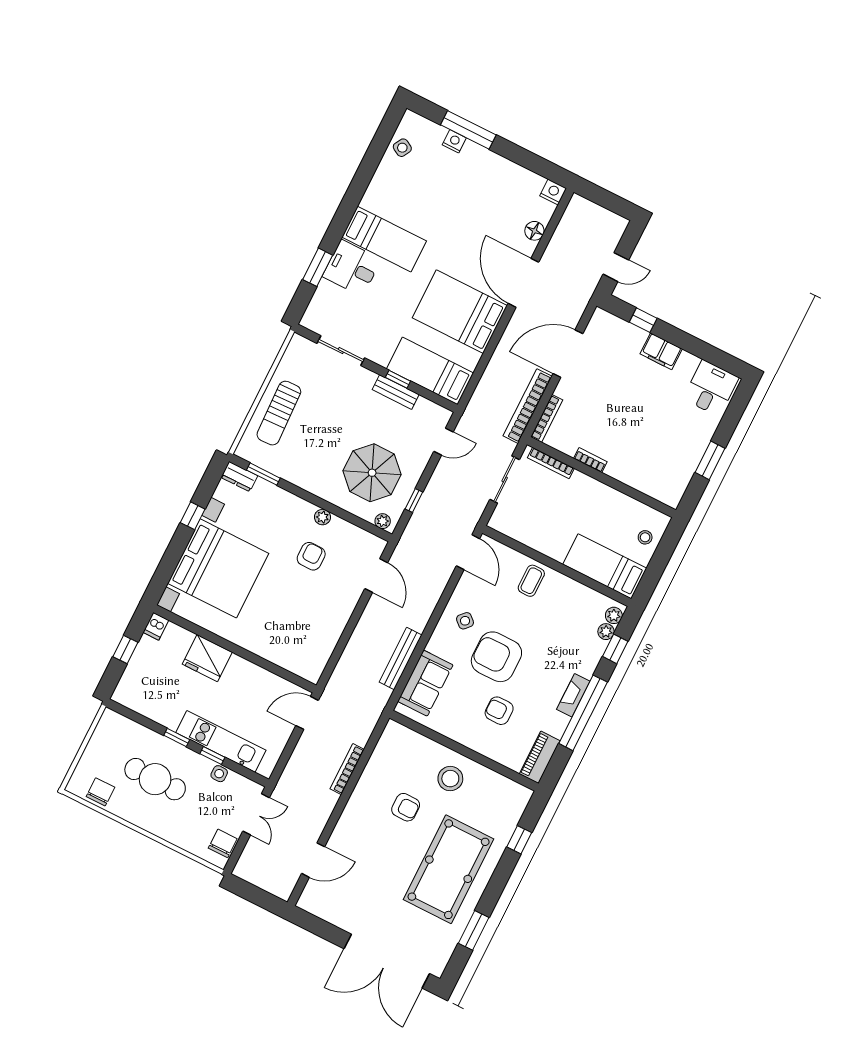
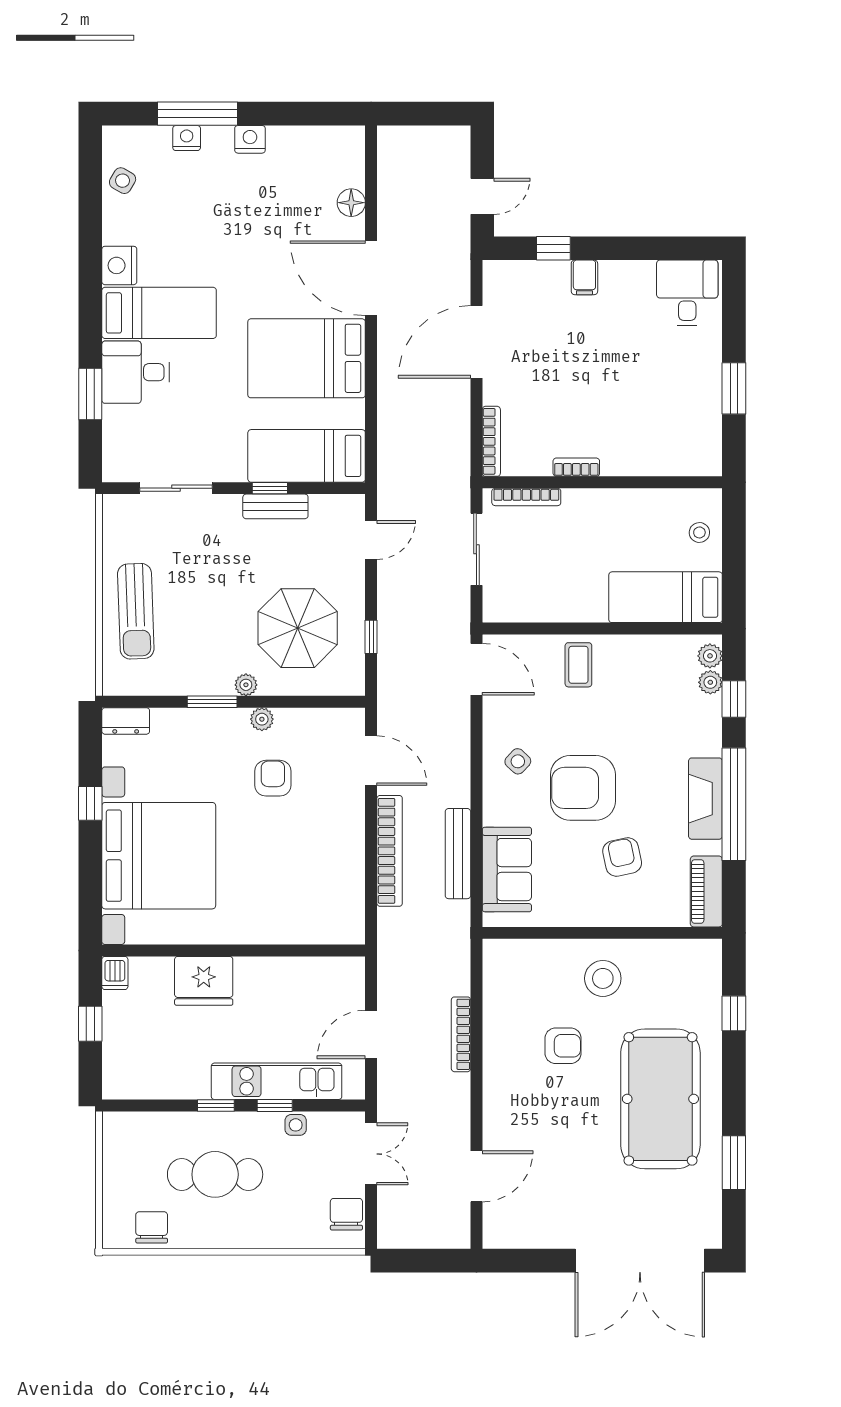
nightstand: (553, 192) -> (250, 139), moved
nightstand: (374, 198) -> (119, 265), added
filing cabinet: (661, 351) -> (584, 277), width x0.50
bookcase: (527, 406) -> (390, 851), moved, turned 180
window: (263, 474) -> (212, 702), moved
plant: (383, 521) -> (246, 685), moved
fireplace: (573, 695) -> (705, 799), width x1.37, depth x1.32
armchair: (499, 711) -> (622, 857), turned 78
door: (307, 713) -> (371, 1034), moved

